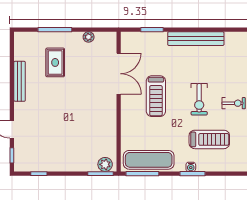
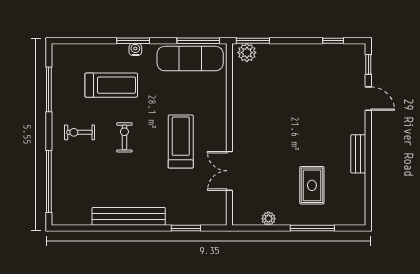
double door: (119, 74) -> (229, 171), width x0.73
bench: (20, 81) -> (358, 154), width x0.73
exercise bike: (199, 99) -> (124, 137), width x0.73, depth x0.72
treadmill: (209, 139) -> (111, 85), turned 180

